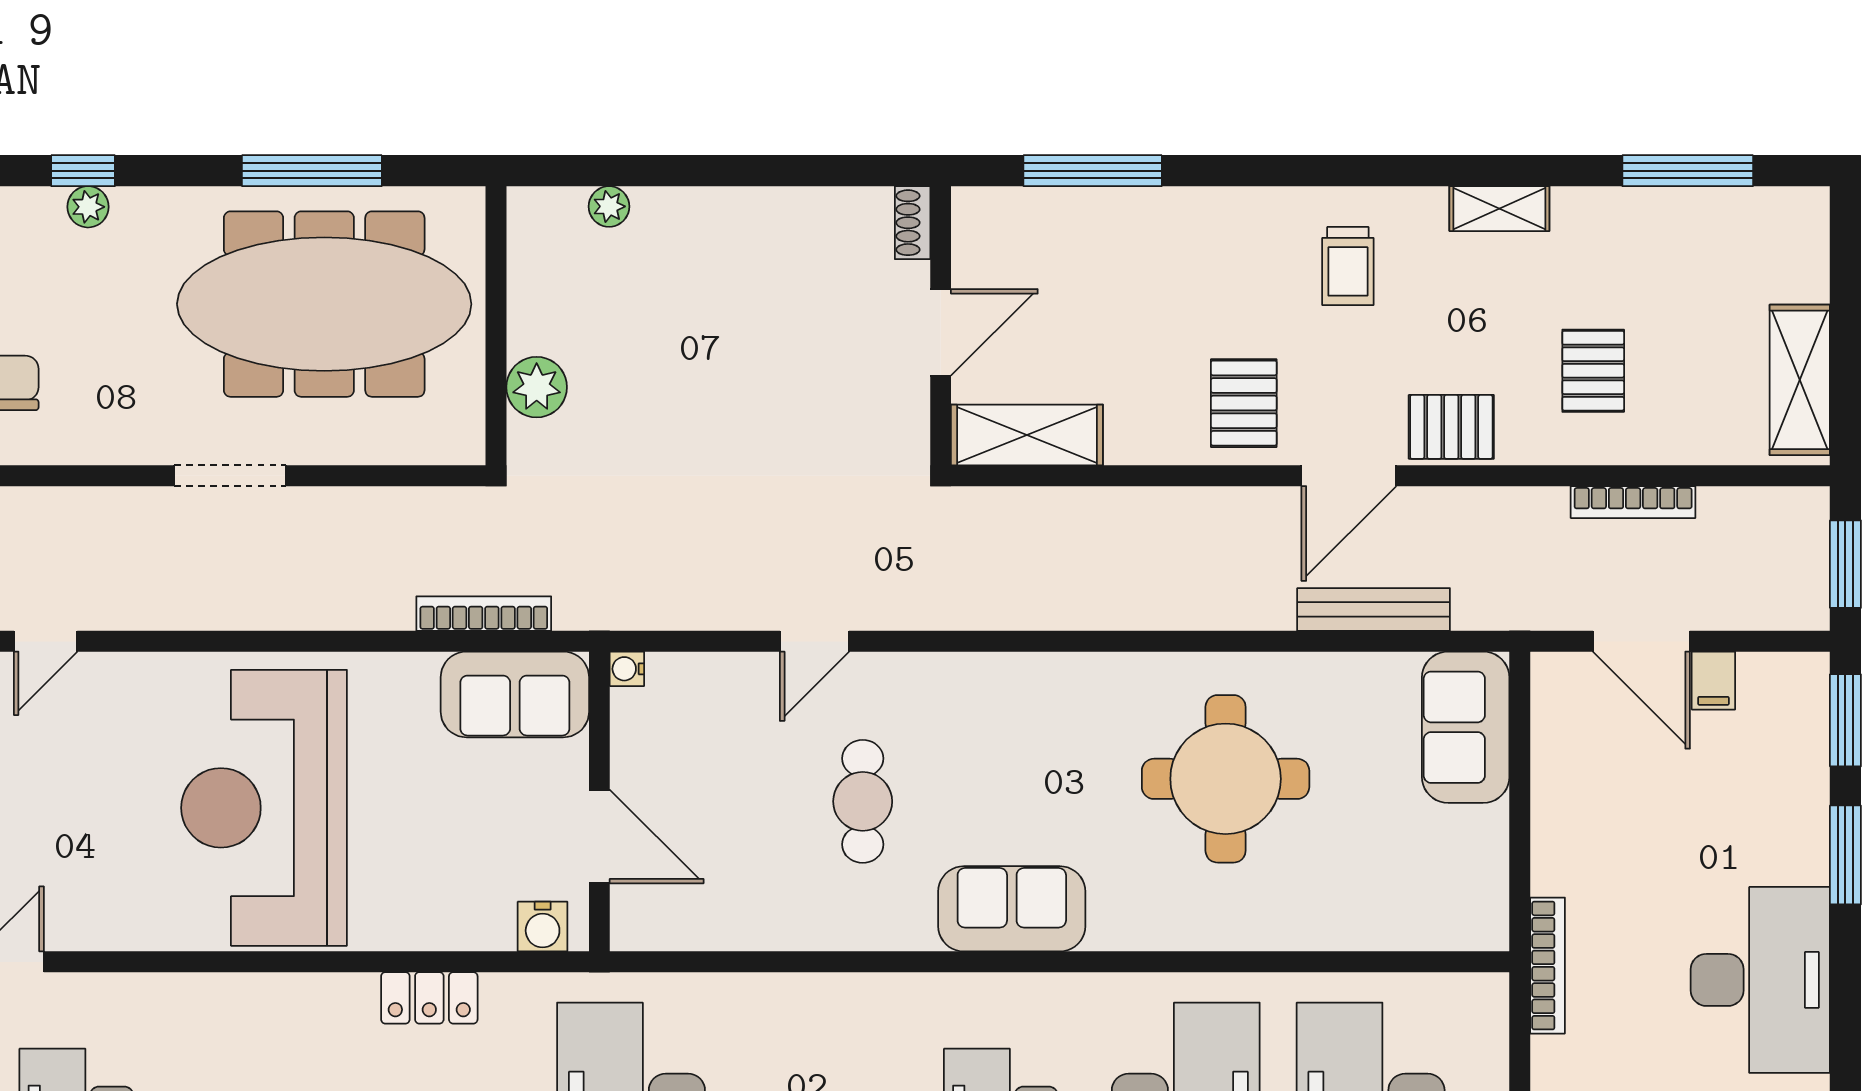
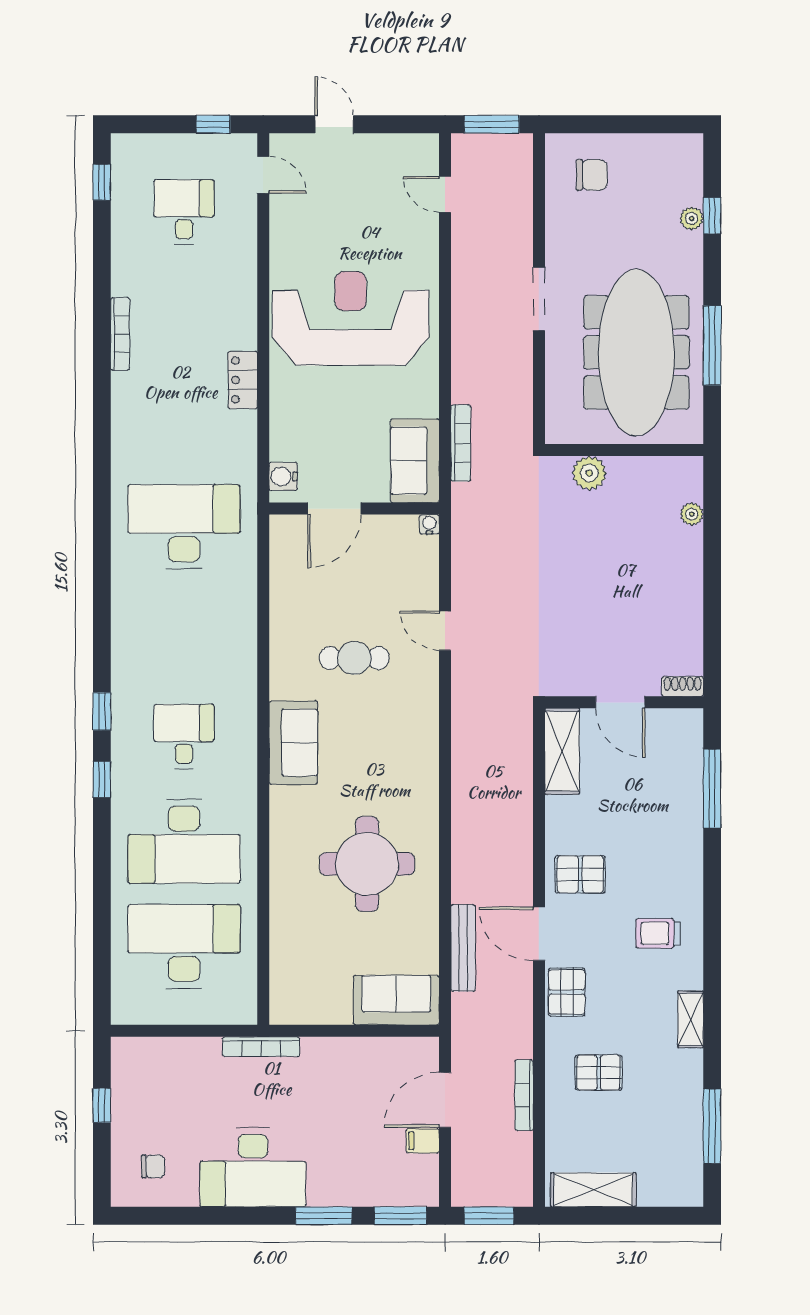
locker: (429, 998) -> (243, 380), moved

